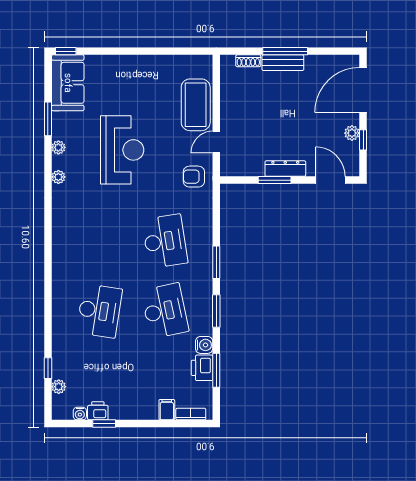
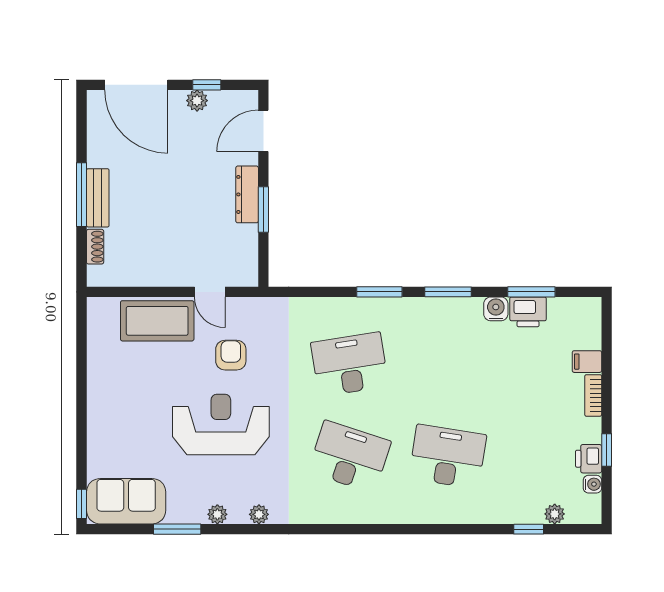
armchair: (194, 177) -> (231, 355), moved, turned 180
desk: (165, 311) -> (350, 457), moved, turned 30
bookcase: (191, 414) -> (593, 395), moved

